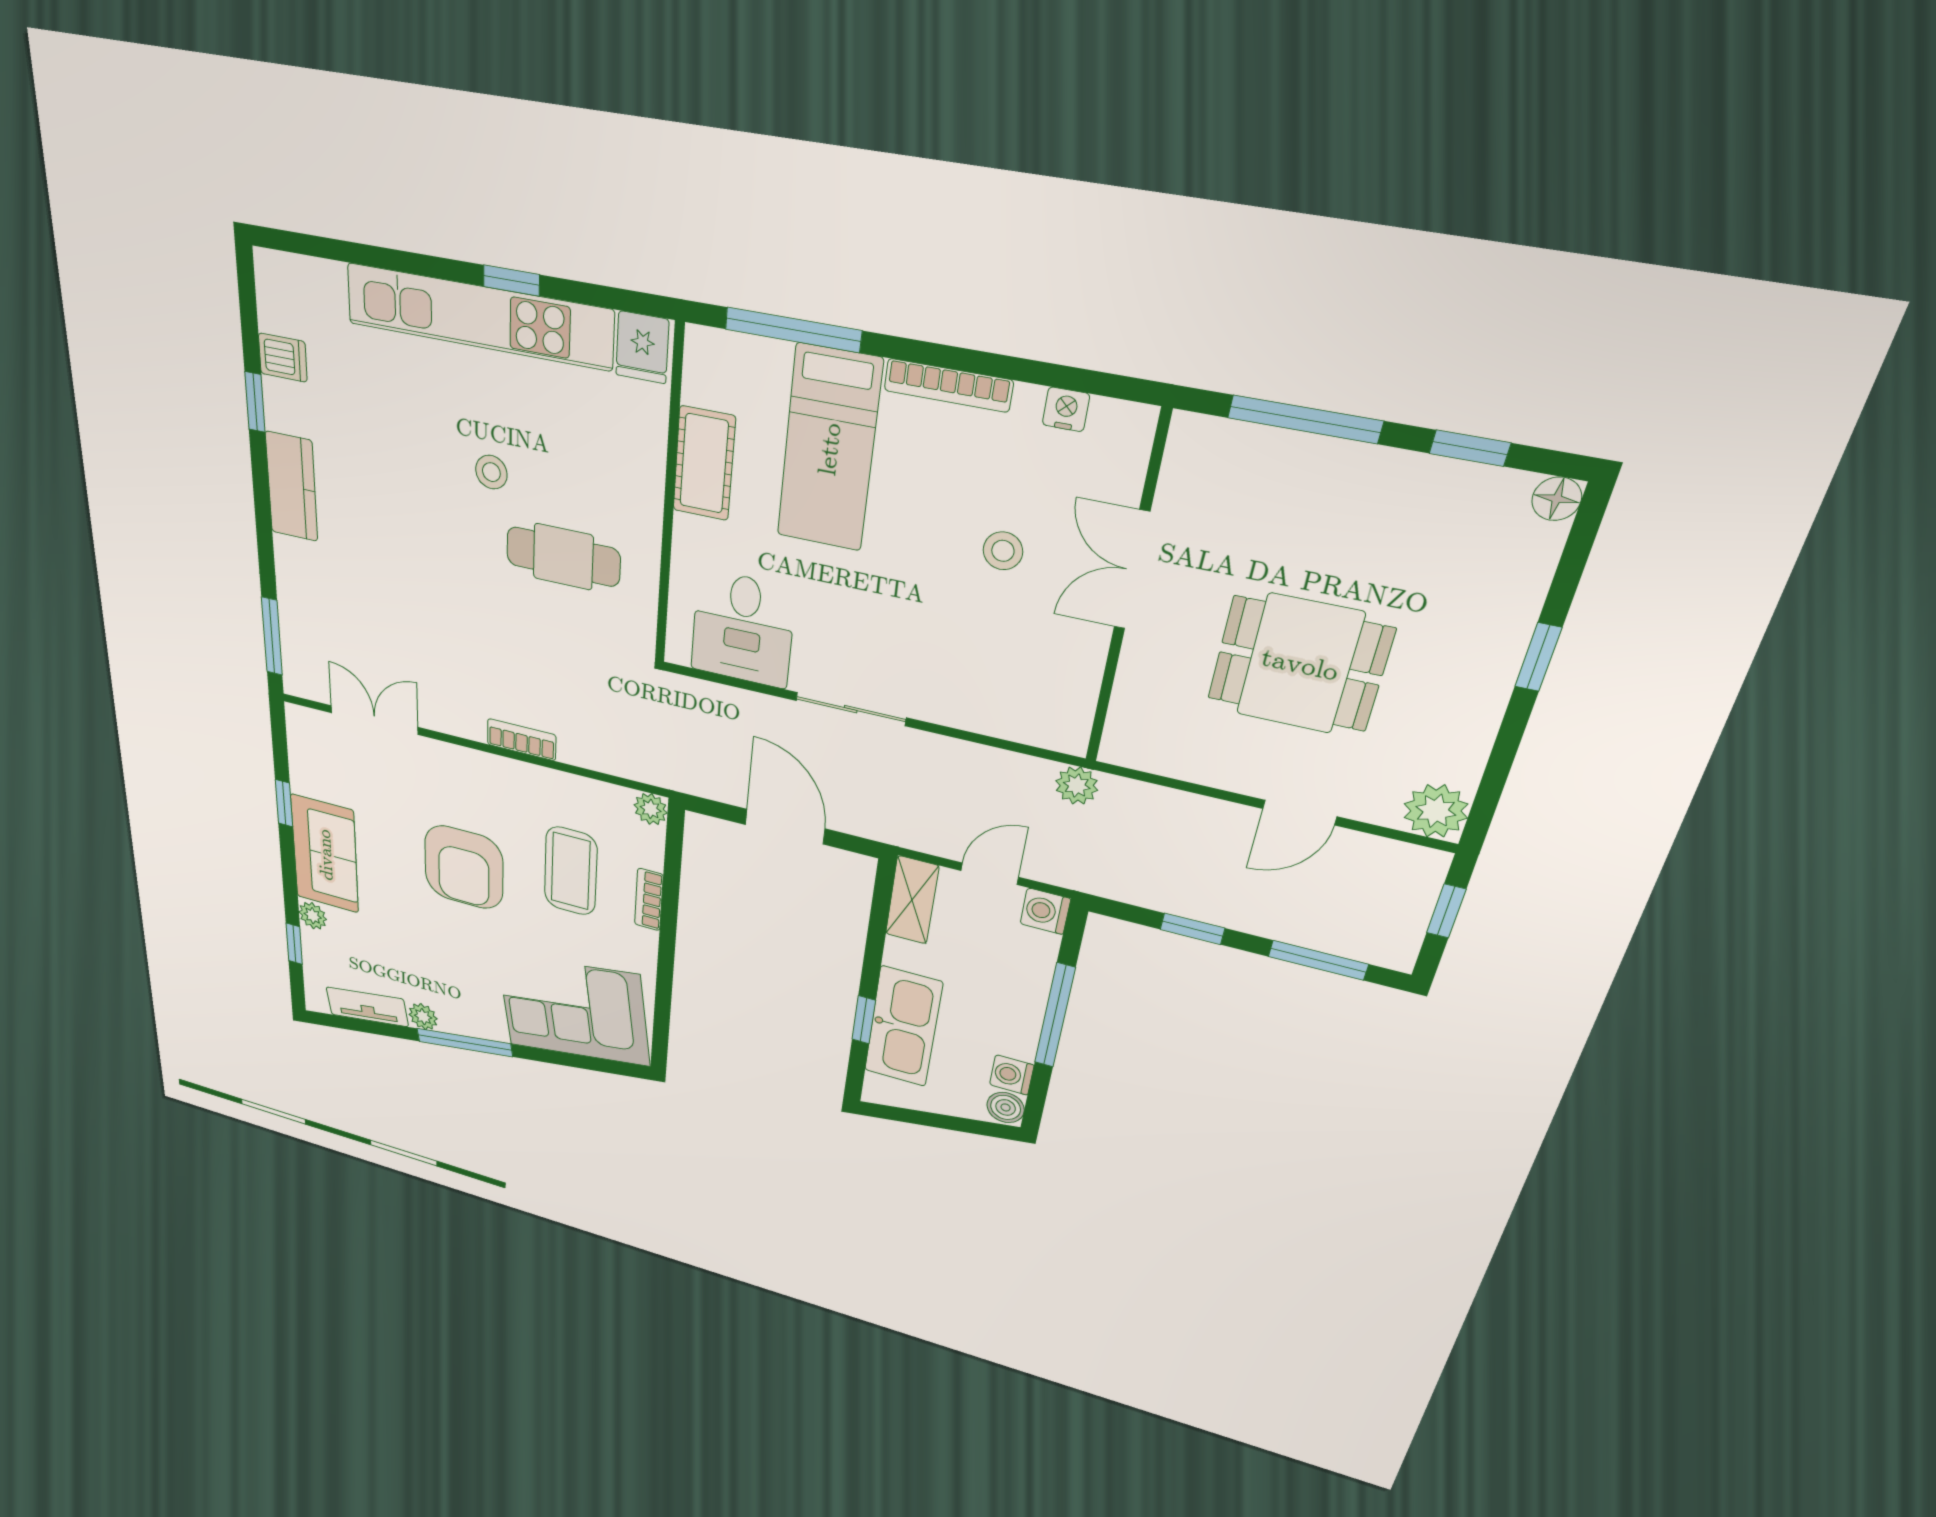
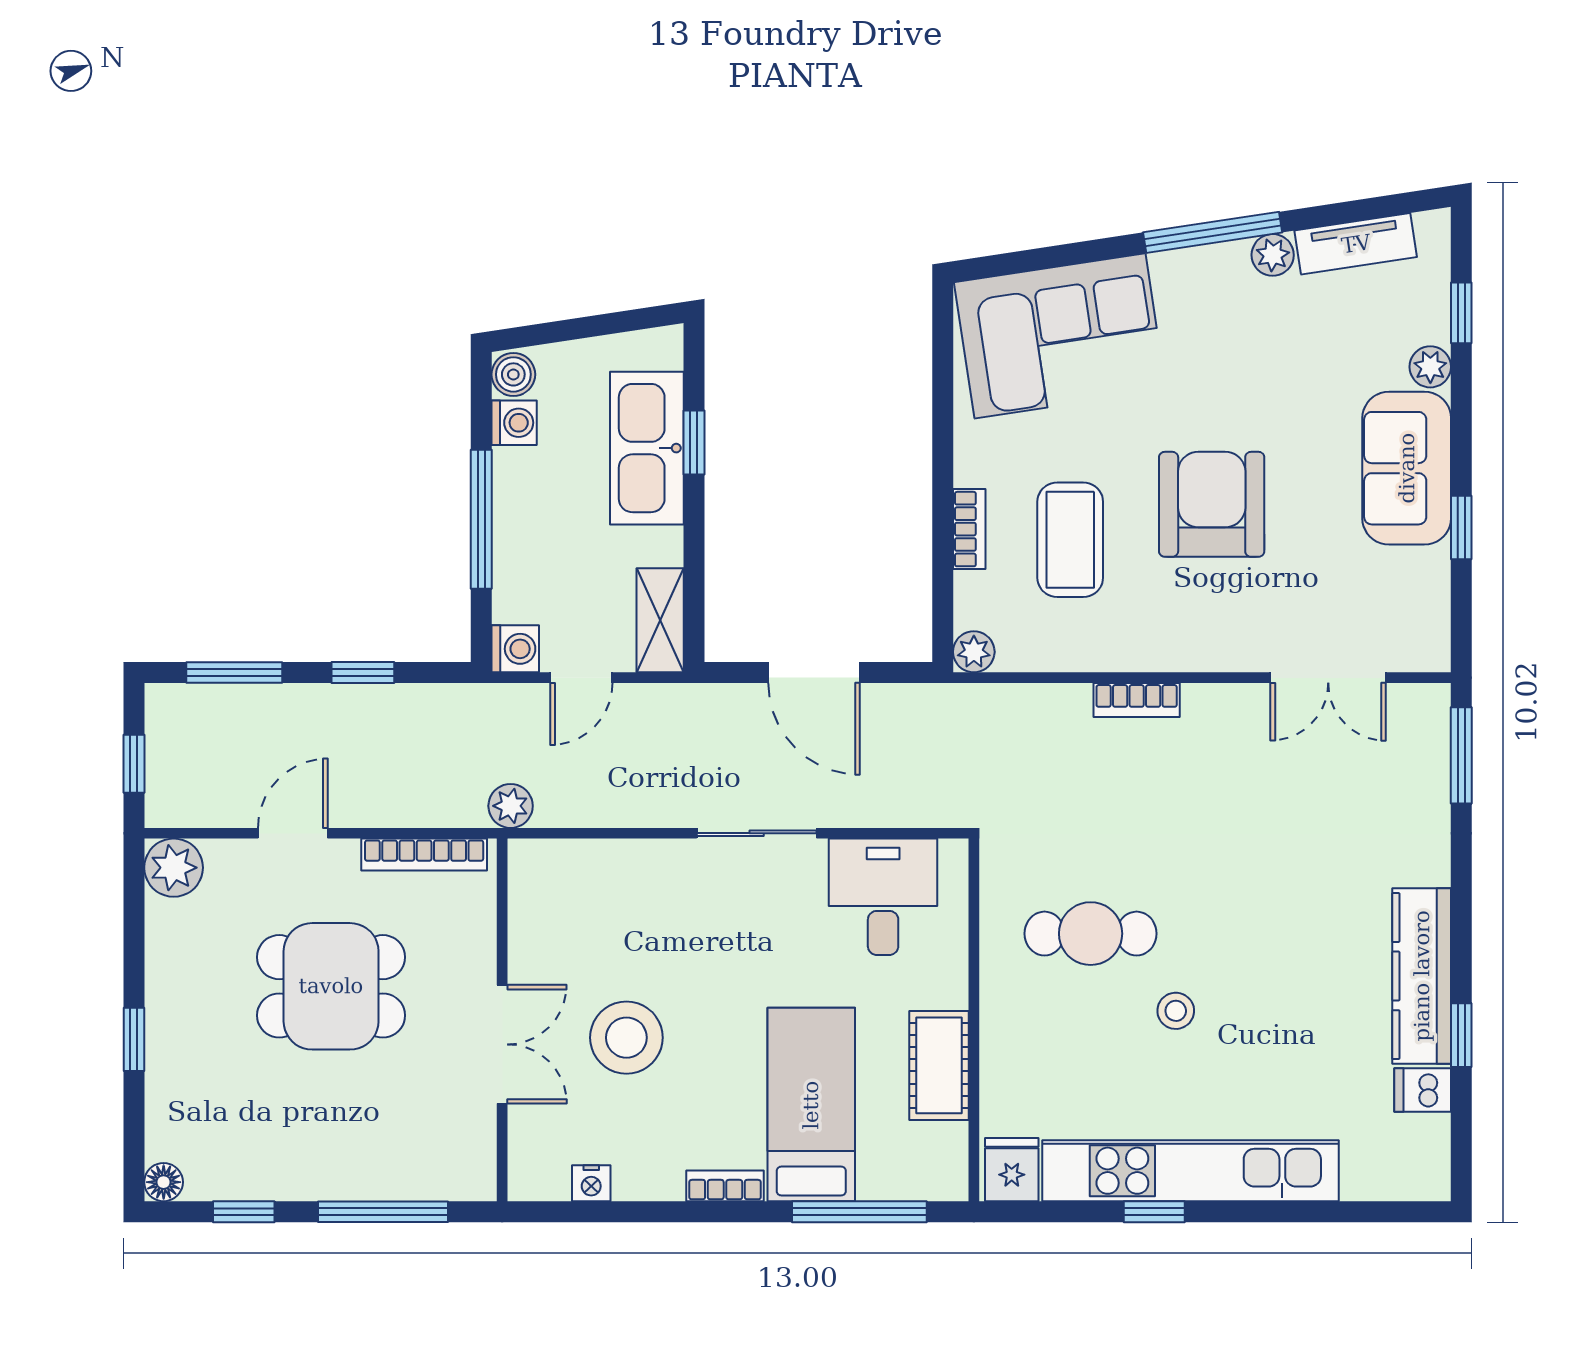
bookcase: (948, 385) -> (725, 1186), width x0.64
kitchen counter: (292, 487) -> (1422, 976), width x1.50
stool: (1003, 551) -> (626, 1038), width x1.89, depth x1.89
bookcase: (1171, 763) -> (424, 854), added

